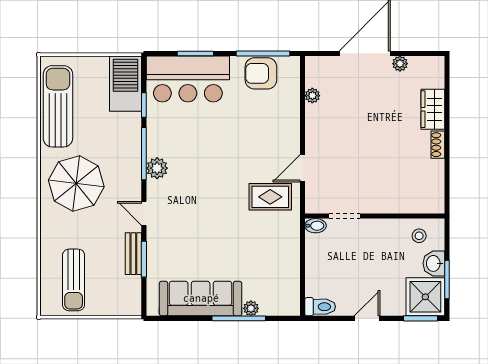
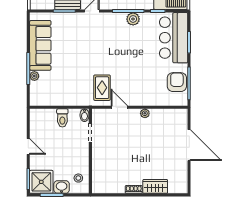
plant: (400, 64) -> (183, 166), removed
plant: (312, 96) -> (145, 113), moved
plant: (157, 168) -> (133, 19), moved
toilet: (320, 307) -> (62, 118), moved

